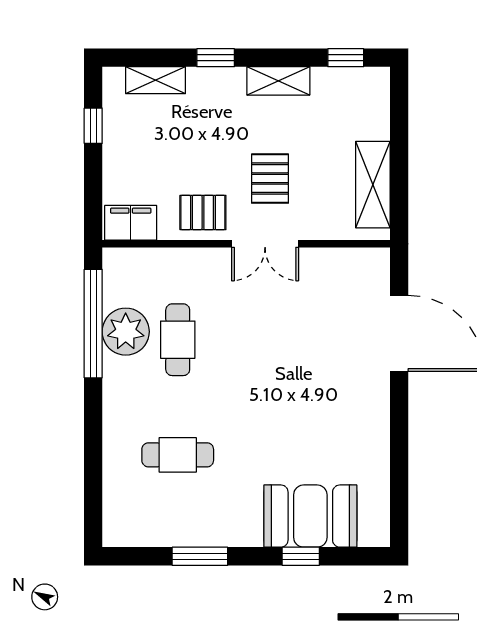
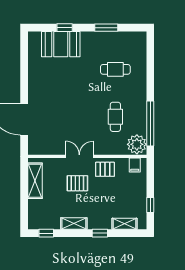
pallet: (270, 179) -> (77, 183), turned 90
filing cabinet: (131, 223) -> (135, 165), width x0.50
plant: (126, 332) -> (137, 144), moved

